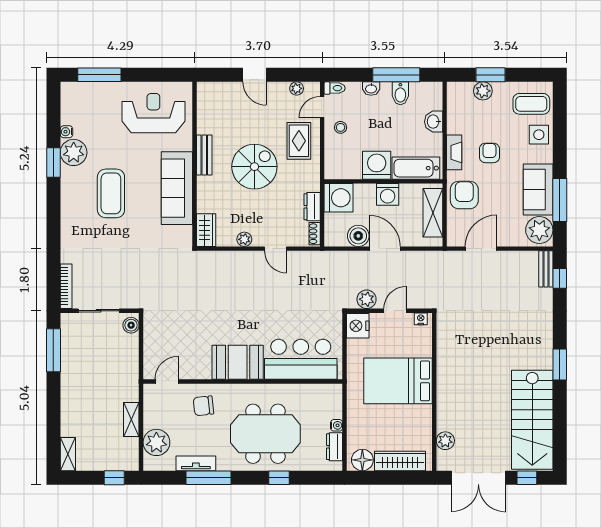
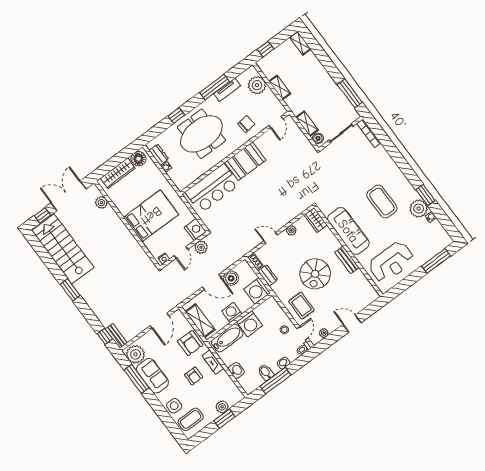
shelving: (131, 352) -> (307, 124), added

